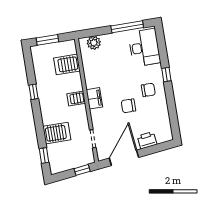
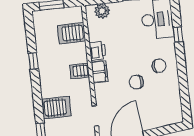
window: (166, 75) -> (178, 35), moved
printer: (147, 140) -> (98, 51), moved, turned 97

